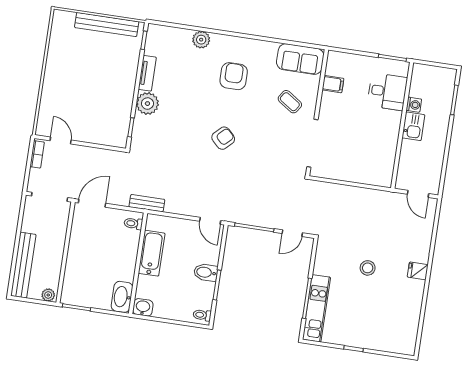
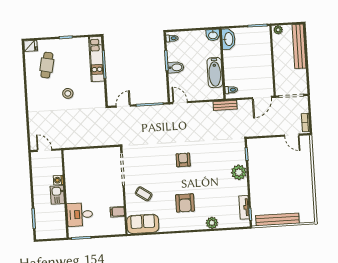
tv unit: (147, 73) -> (244, 207), moved
washing machine: (414, 105) -> (58, 180), moved
armchair: (223, 138) -> (183, 160), turned 135
fridge: (418, 271) -> (31, 46), moved
cafe table: (389, 315) -> (47, 65), added

